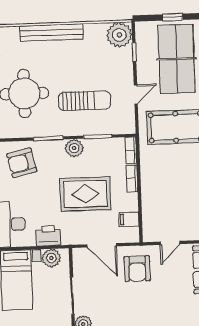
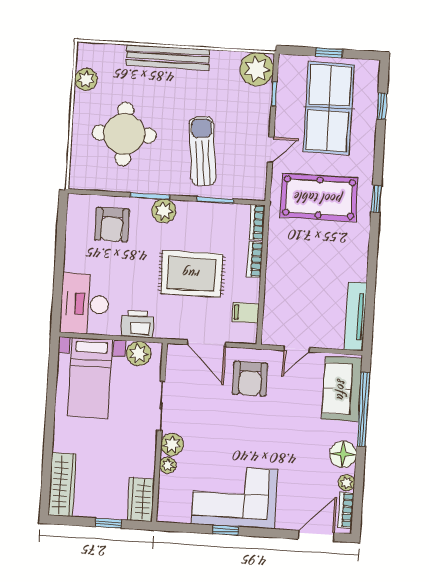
sun lounger: (85, 101) -> (203, 151), turned -96
plant: (74, 148) -> (164, 211), moved
armchair: (22, 163) -> (112, 225), turned -77

